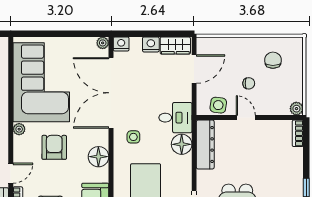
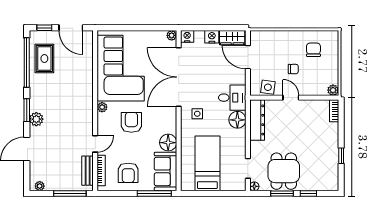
door: (194, 69) -> (248, 57), swing flipped
floor lamp: (98, 157) -> (168, 143), moved

